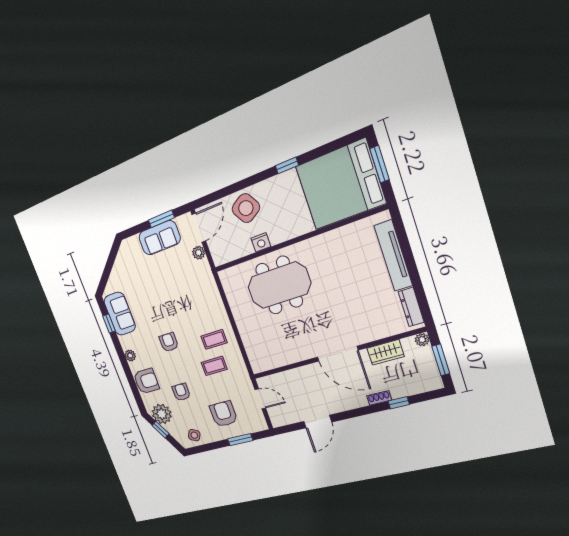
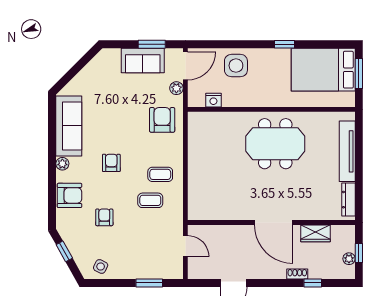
bed: (340, 185) -> (323, 70), width x0.73
side table: (246, 208) -> (236, 66), turned 31
nightstand: (261, 242) -> (213, 100), moved
meeting table: (279, 285) -> (275, 144), moved
sofa: (120, 314) -> (69, 126), width x1.36
window: (109, 324) -> (52, 124), removed
plant: (422, 340) -> (349, 259), moved
window: (441, 360) -> (359, 253), width x0.67
plant: (162, 414) -> (73, 235), removed
armchair: (223, 414) -> (162, 120), moved

